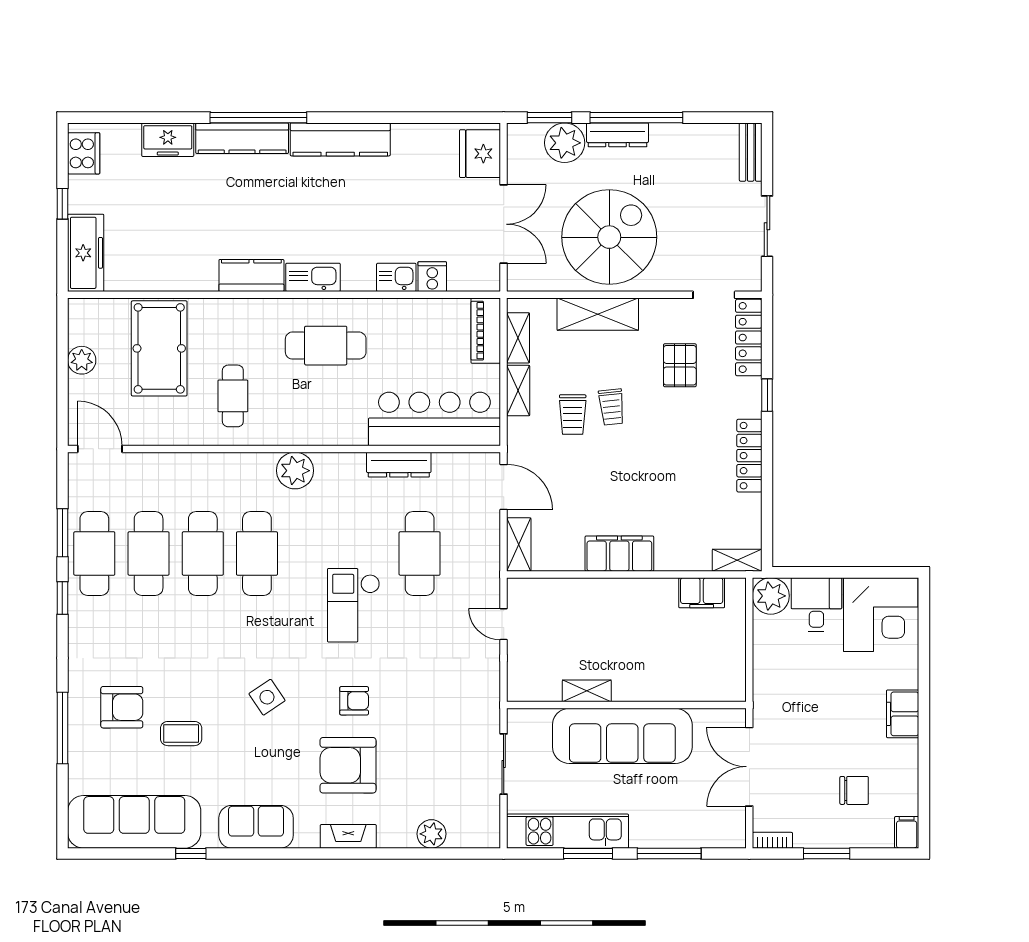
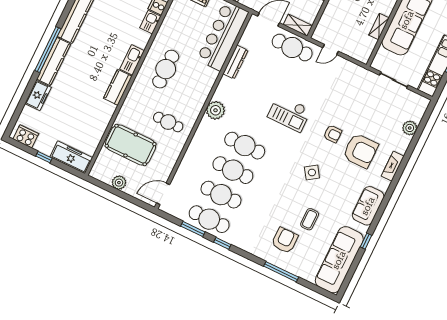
cafe table: (420, 553) -> (292, 48), moved
armchair: (354, 701) -> (333, 134), turned 90
armchair: (348, 765) -> (360, 151), turned -90

